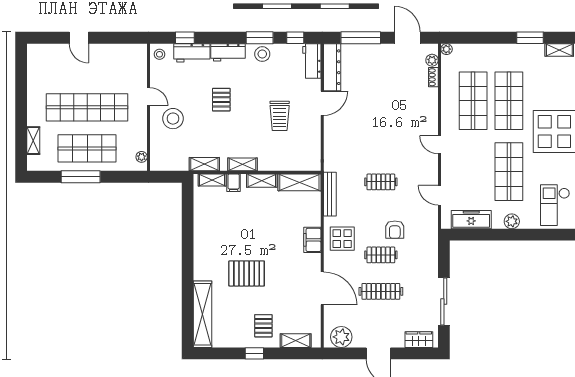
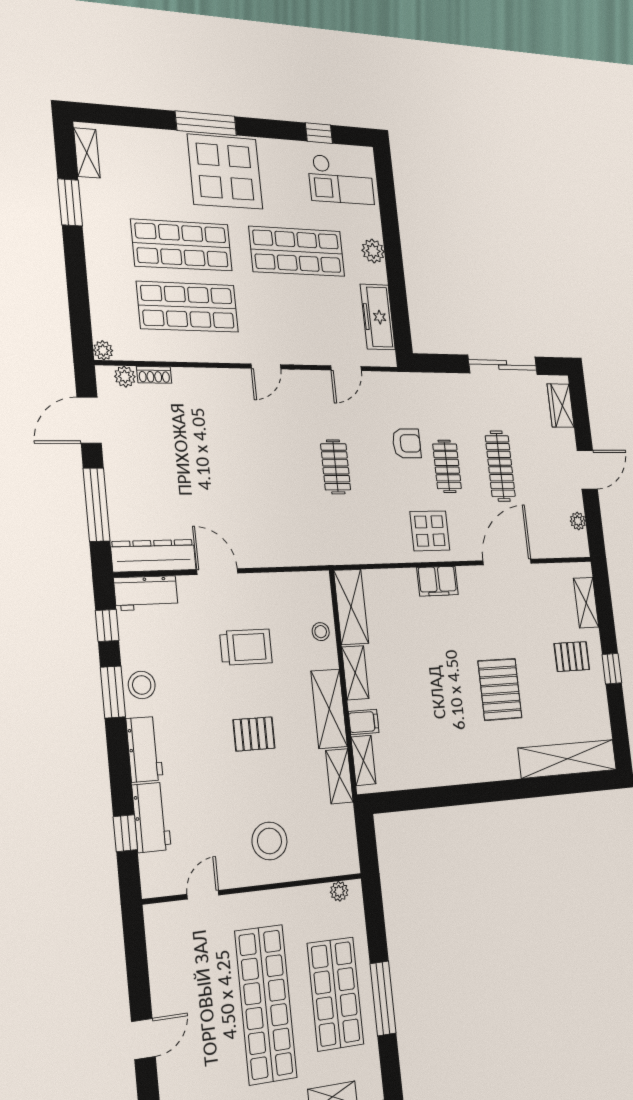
stool: (159, 54) -> (321, 632), moved
door: (149, 97) -> (203, 895), moved
pallet: (221, 100) -> (254, 734), moved
shelving: (242, 164) -> (329, 709), width x1.50, depth x1.33
bench: (330, 194) -> (364, 554), removed
plant: (341, 337) -> (578, 521), width x0.53, depth x0.53

